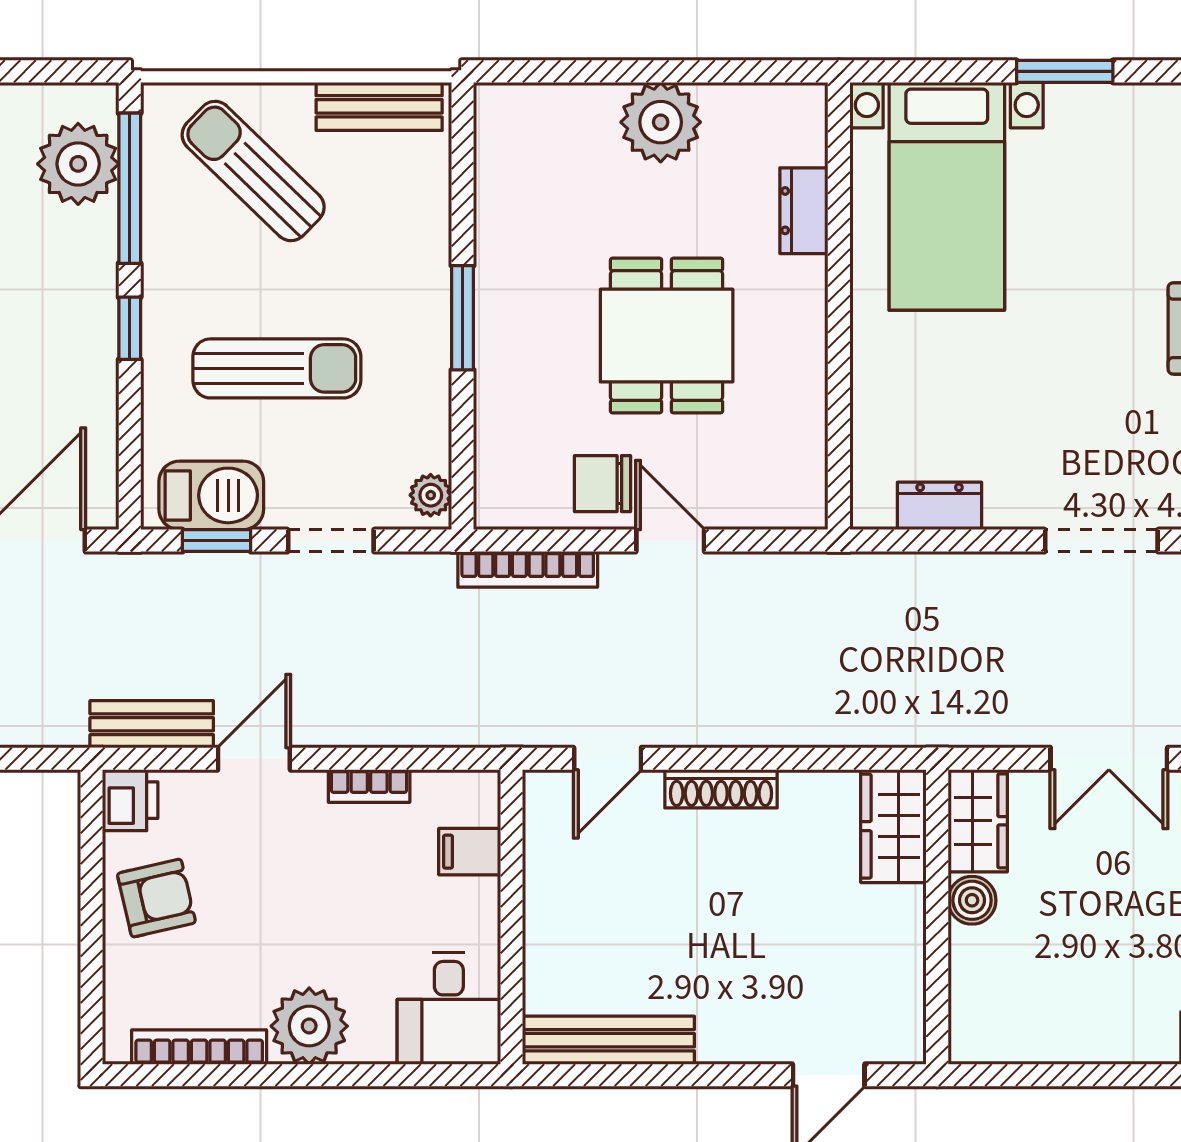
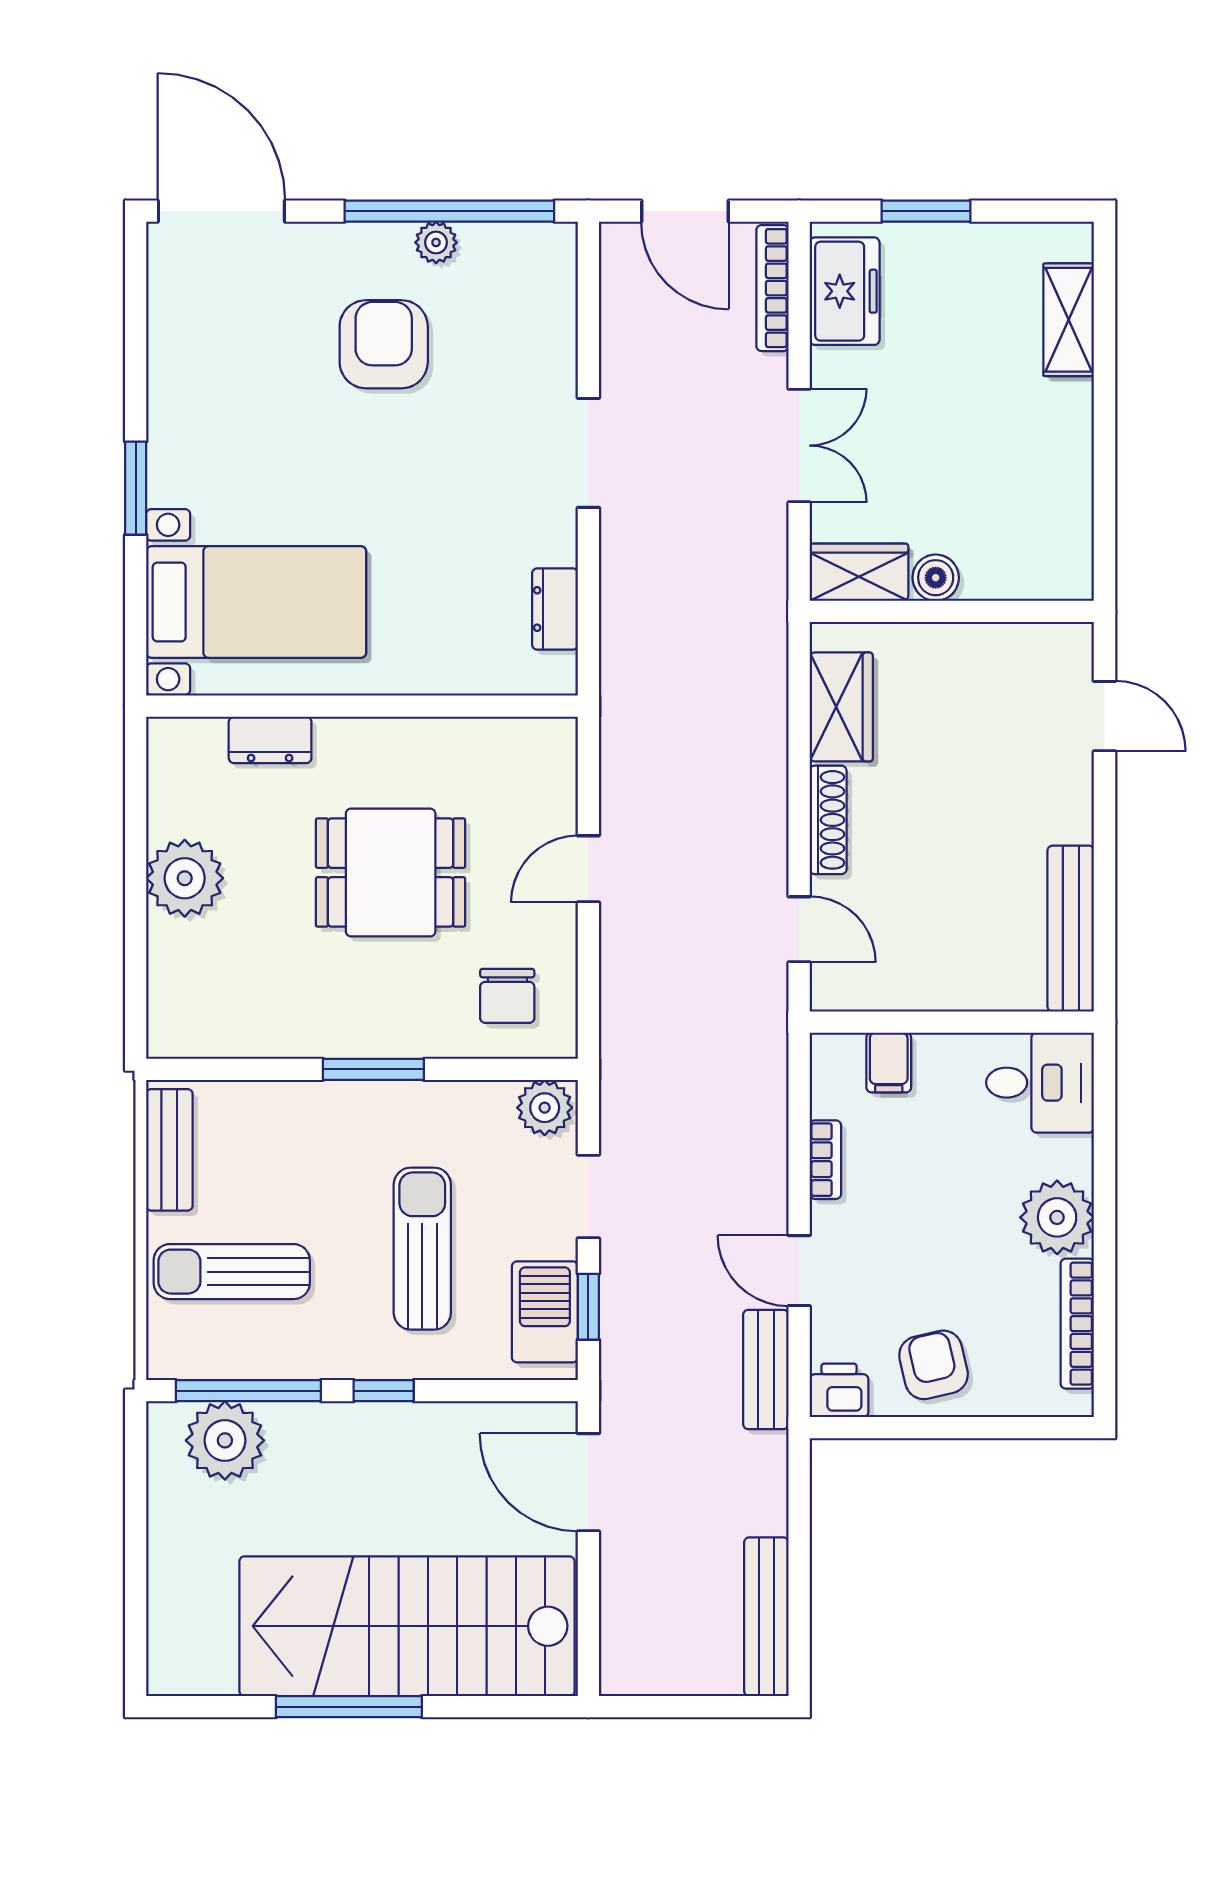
sun lounger: (253, 171) -> (232, 1272), turned 46
chair: (602, 484) -> (507, 996), moved
plant: (431, 495) -> (545, 1108), width x1.38, depth x1.38
bookcase: (528, 569) -> (616, 1006), removed
wardrobe: (893, 826) -> (841, 707), moved, turned -90

